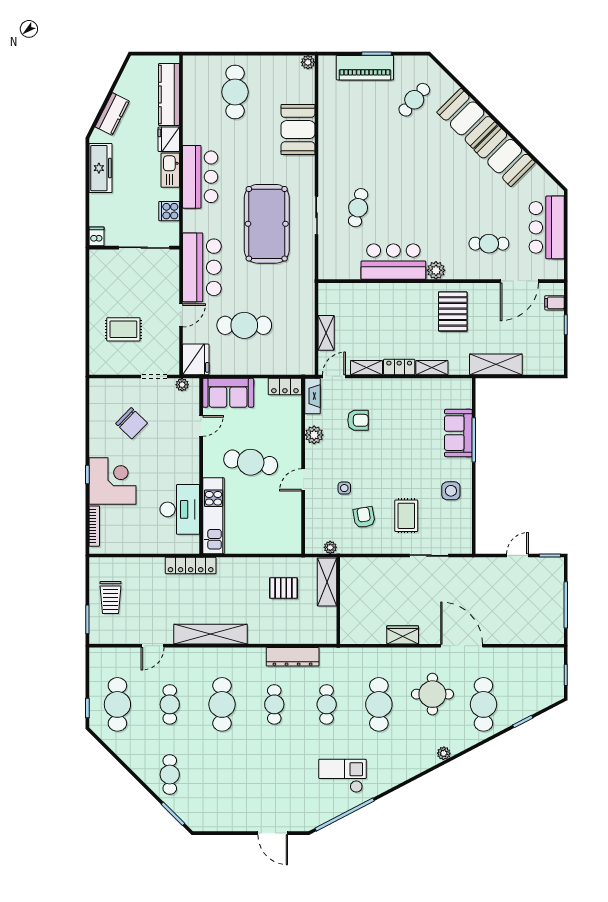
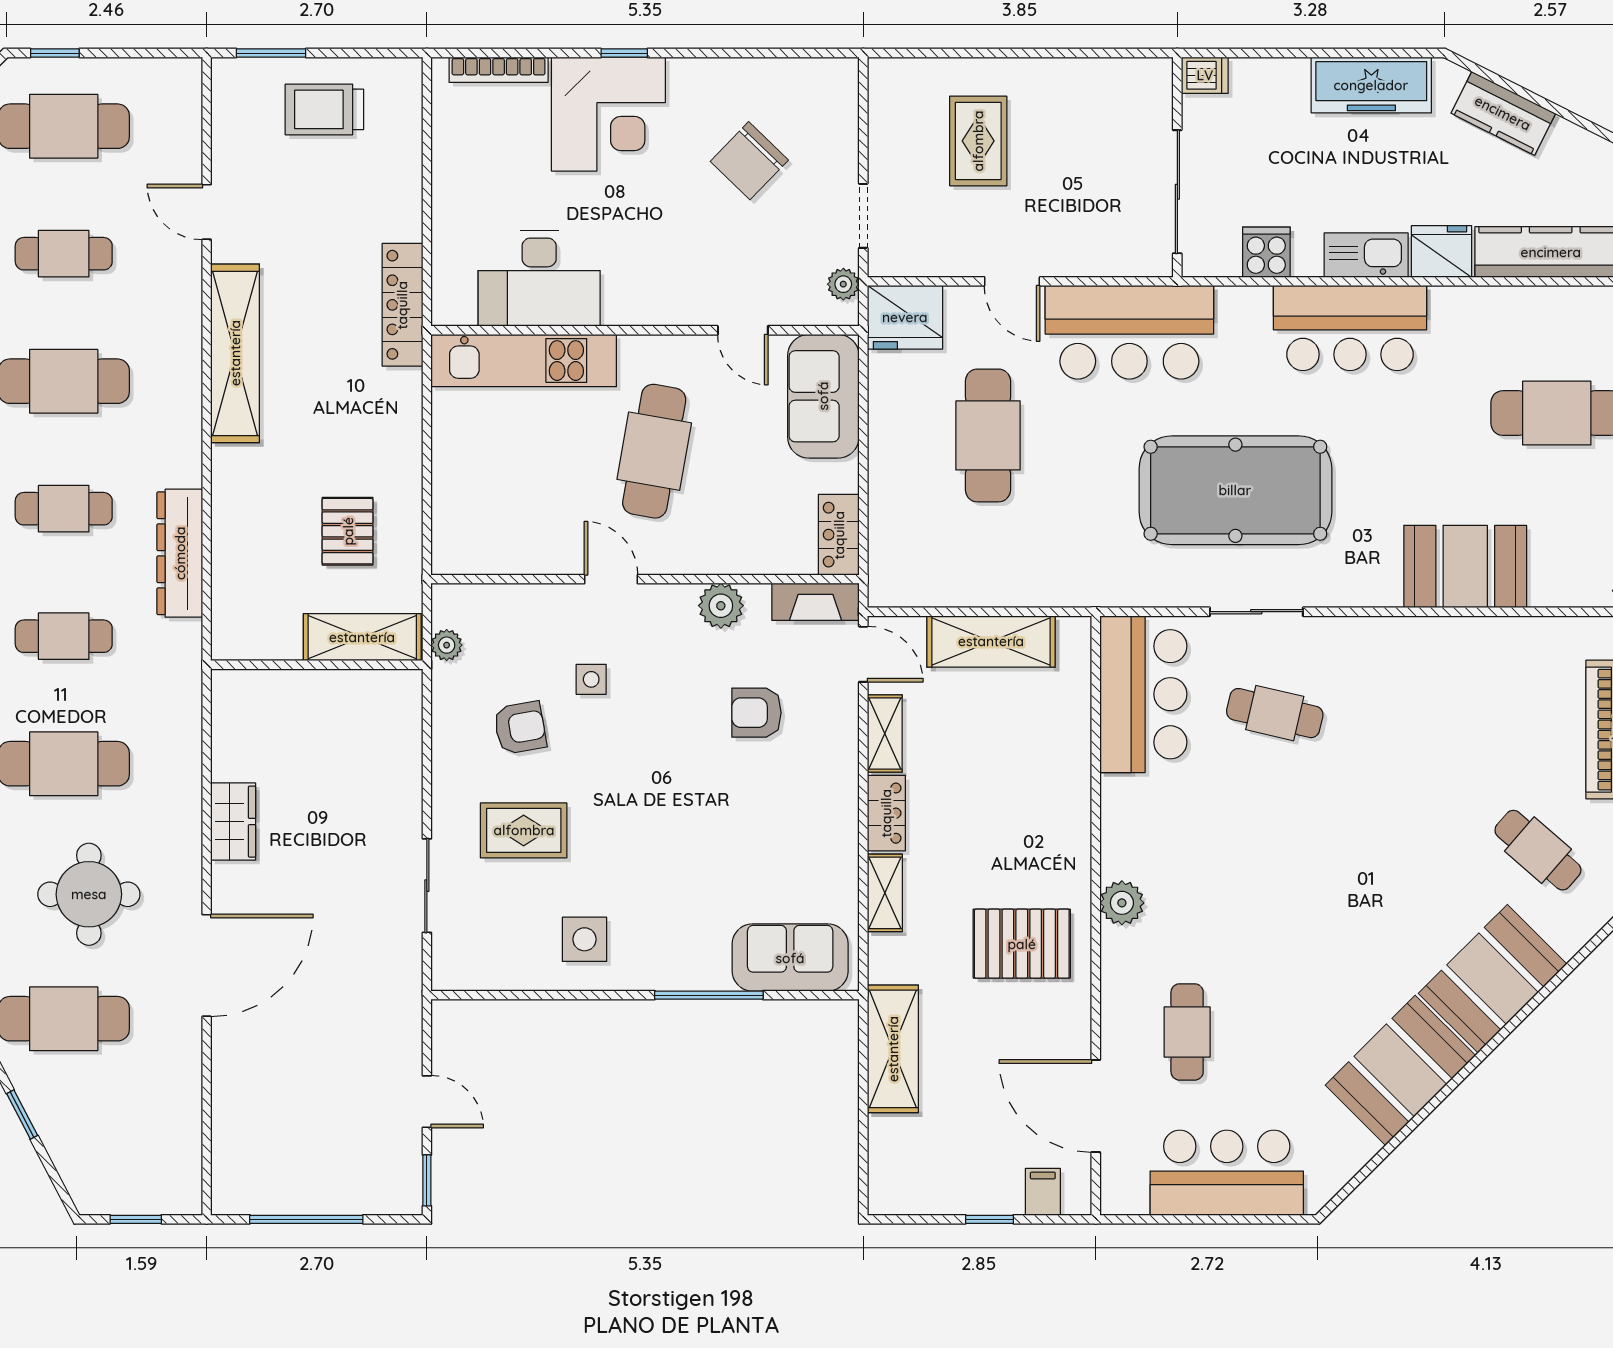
bar counter: (393, 262) -> (1143, 694), moved
shelving: (326, 333) -> (991, 641), width x1.50, depth x1.33
armchair: (358, 420) -> (756, 713), turned 90
sofa: (458, 433) -> (790, 958), moved

